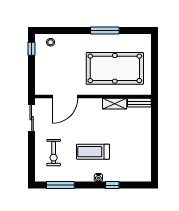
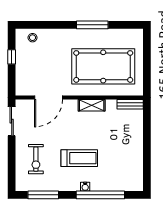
window: (32, 49) -> (12, 57), moved
shelving: (115, 104) -> (92, 105), moved
treadmill: (93, 152) -> (79, 158), turned 180
window: (112, 185) -> (100, 195), width x3.17

